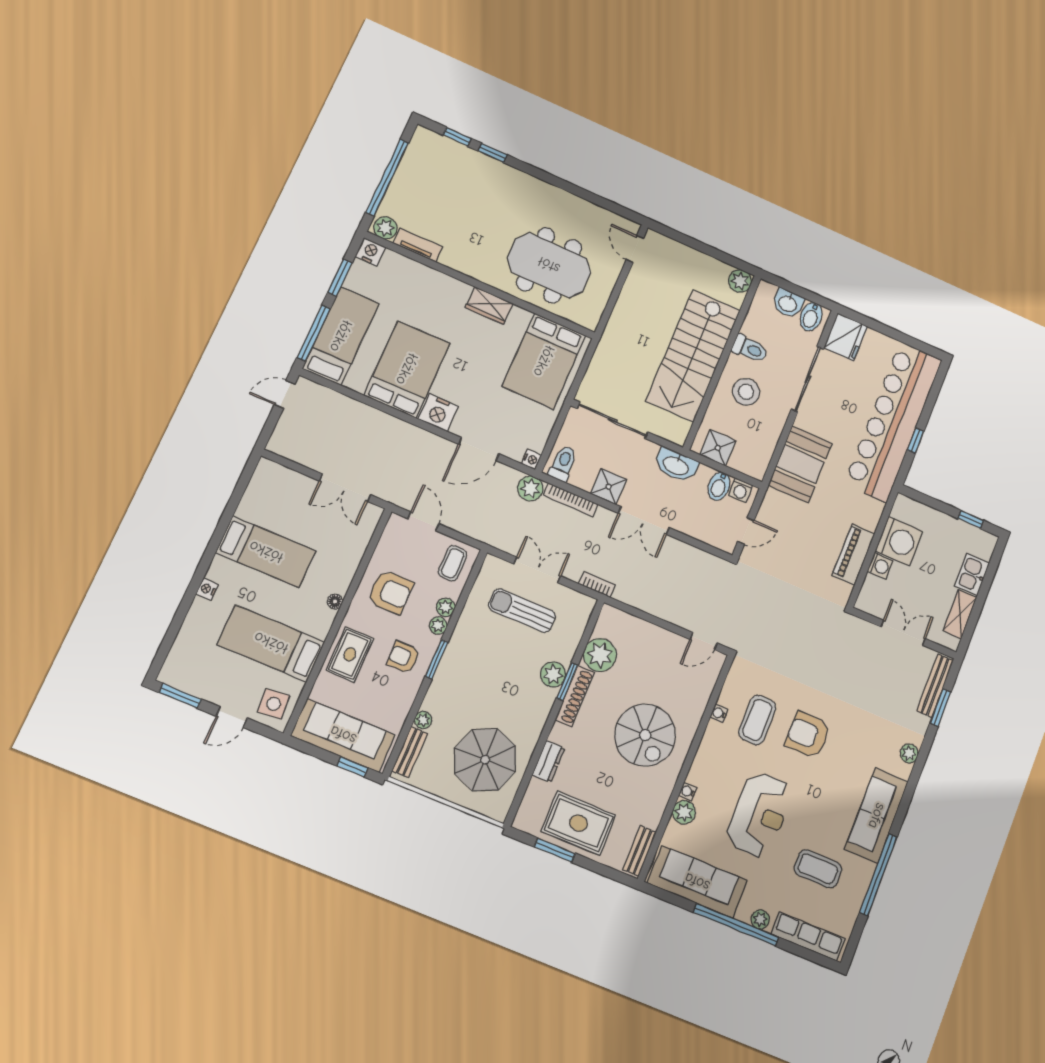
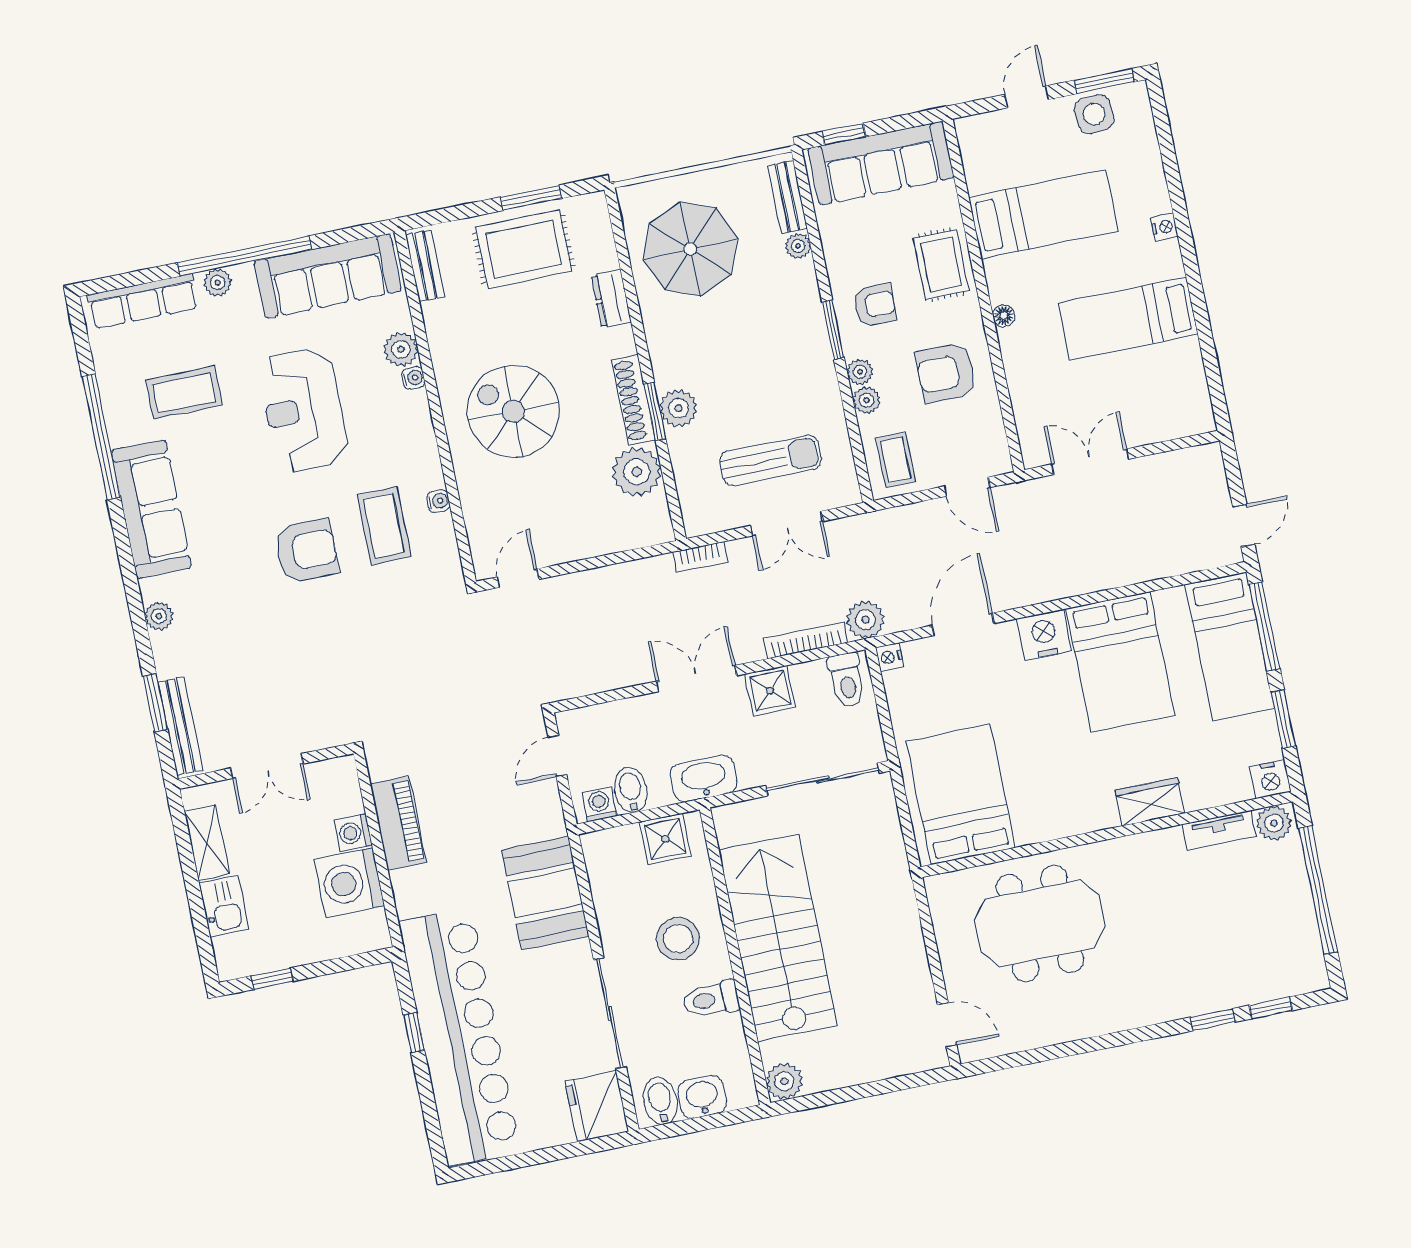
wardrobe: (489, 305) -> (1150, 802), moved
side table: (274, 704) -> (1094, 114), moved

